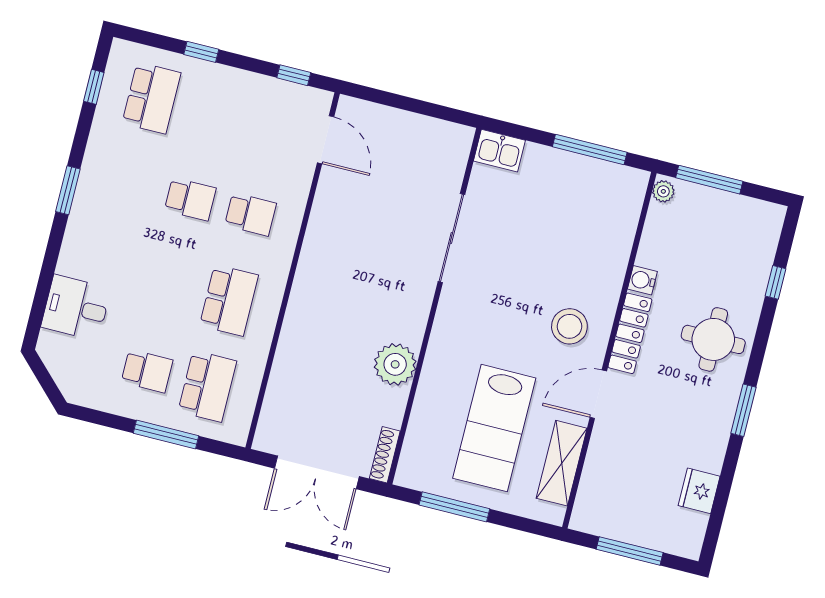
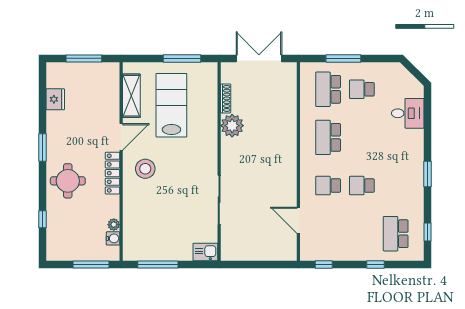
door: (326, 140) -> (298, 220), moved
plant: (663, 191) -> (114, 225), moved
water cooler: (642, 280) -> (113, 238), moved
shoe rack: (385, 455) -> (226, 98), moved

